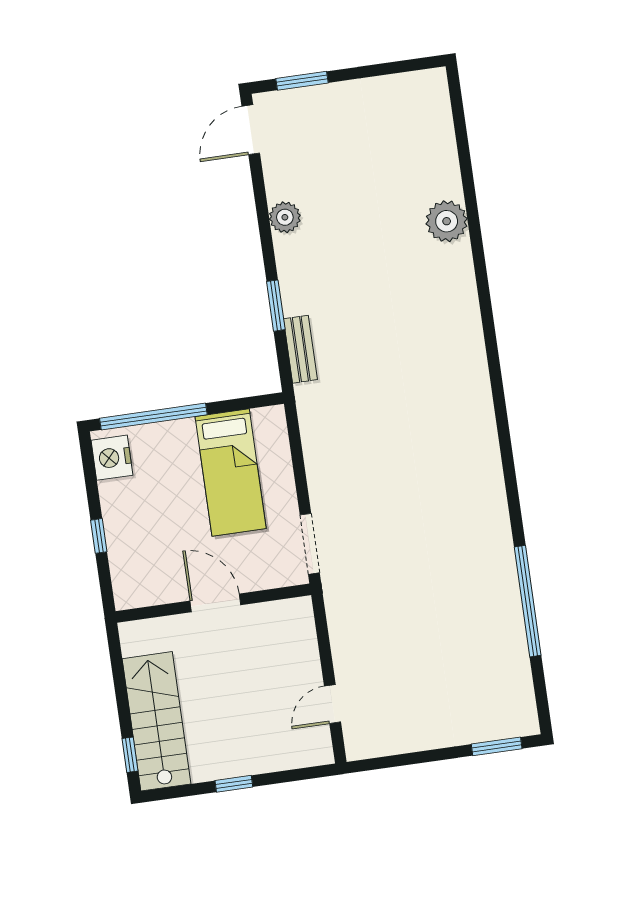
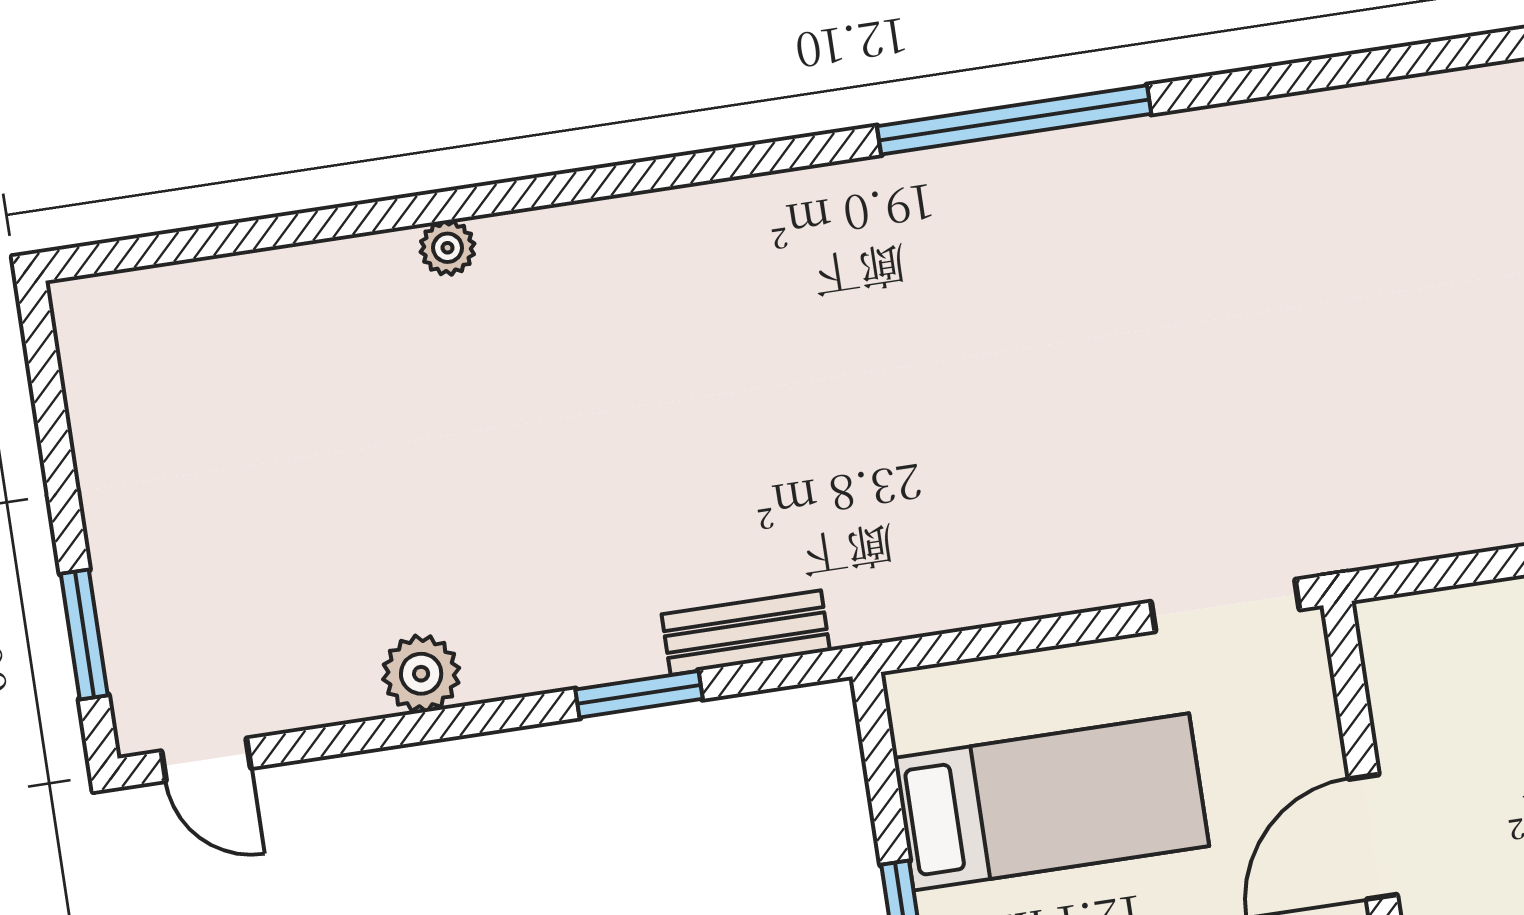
door: (251, 130) -> (206, 760), width x0.73
plant: (447, 221) -> (448, 248), width x0.53, depth x0.53
window: (528, 601) -> (1014, 120), moved

